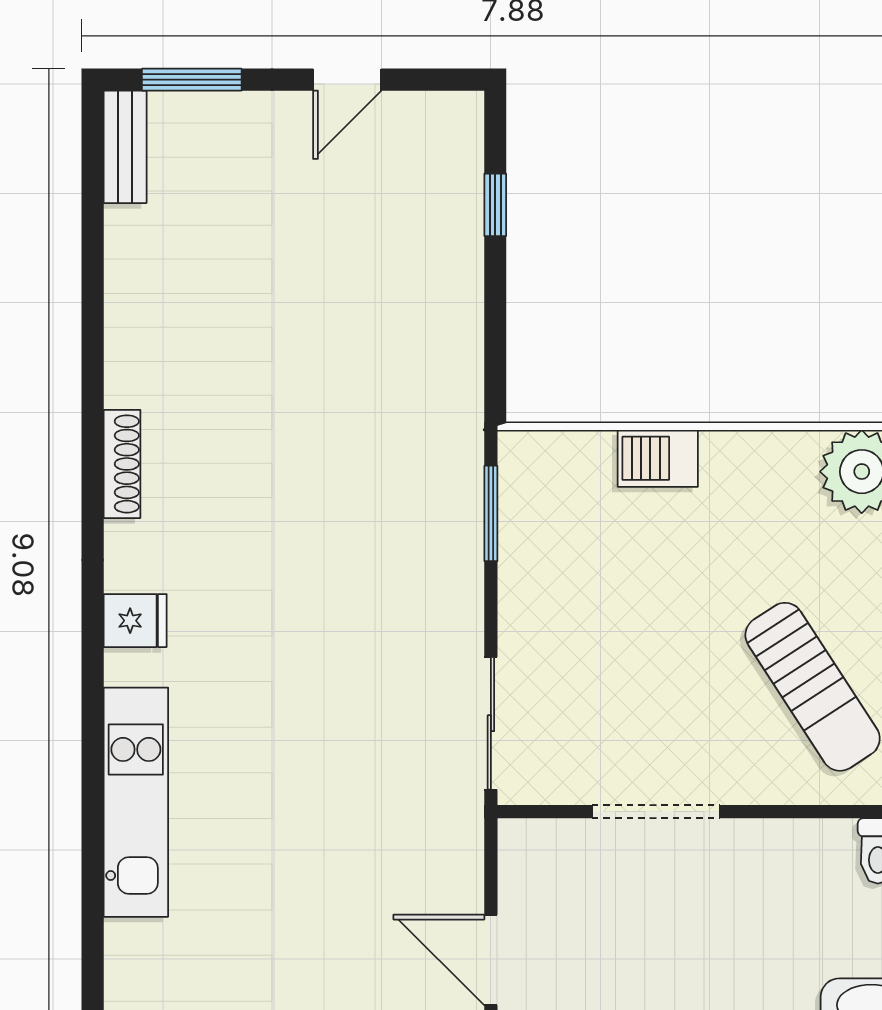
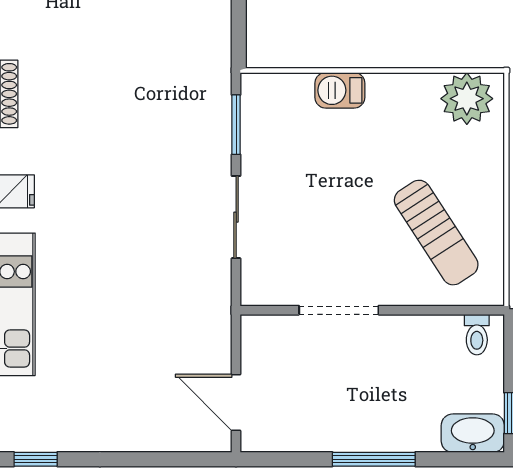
sliding door: (491, 723) -> (236, 217), moved

